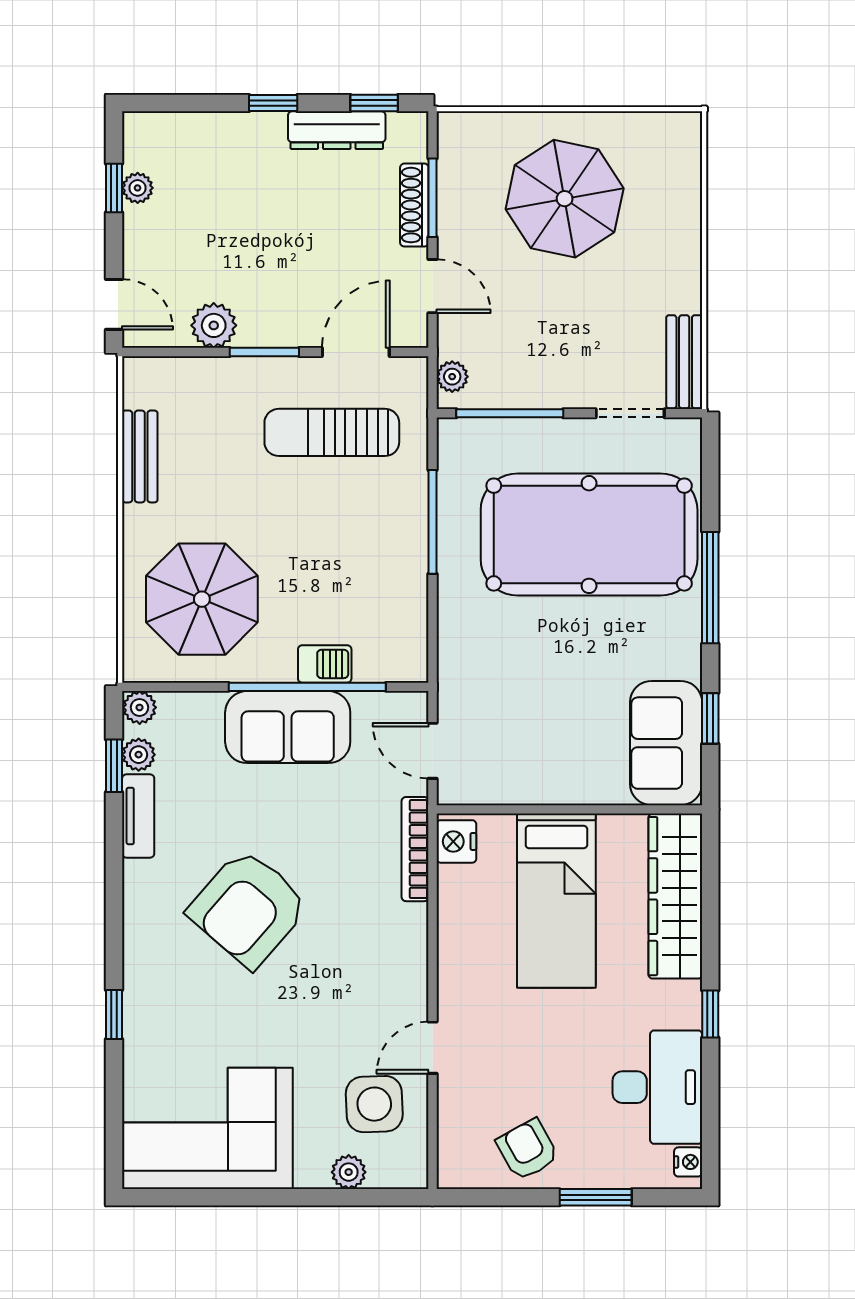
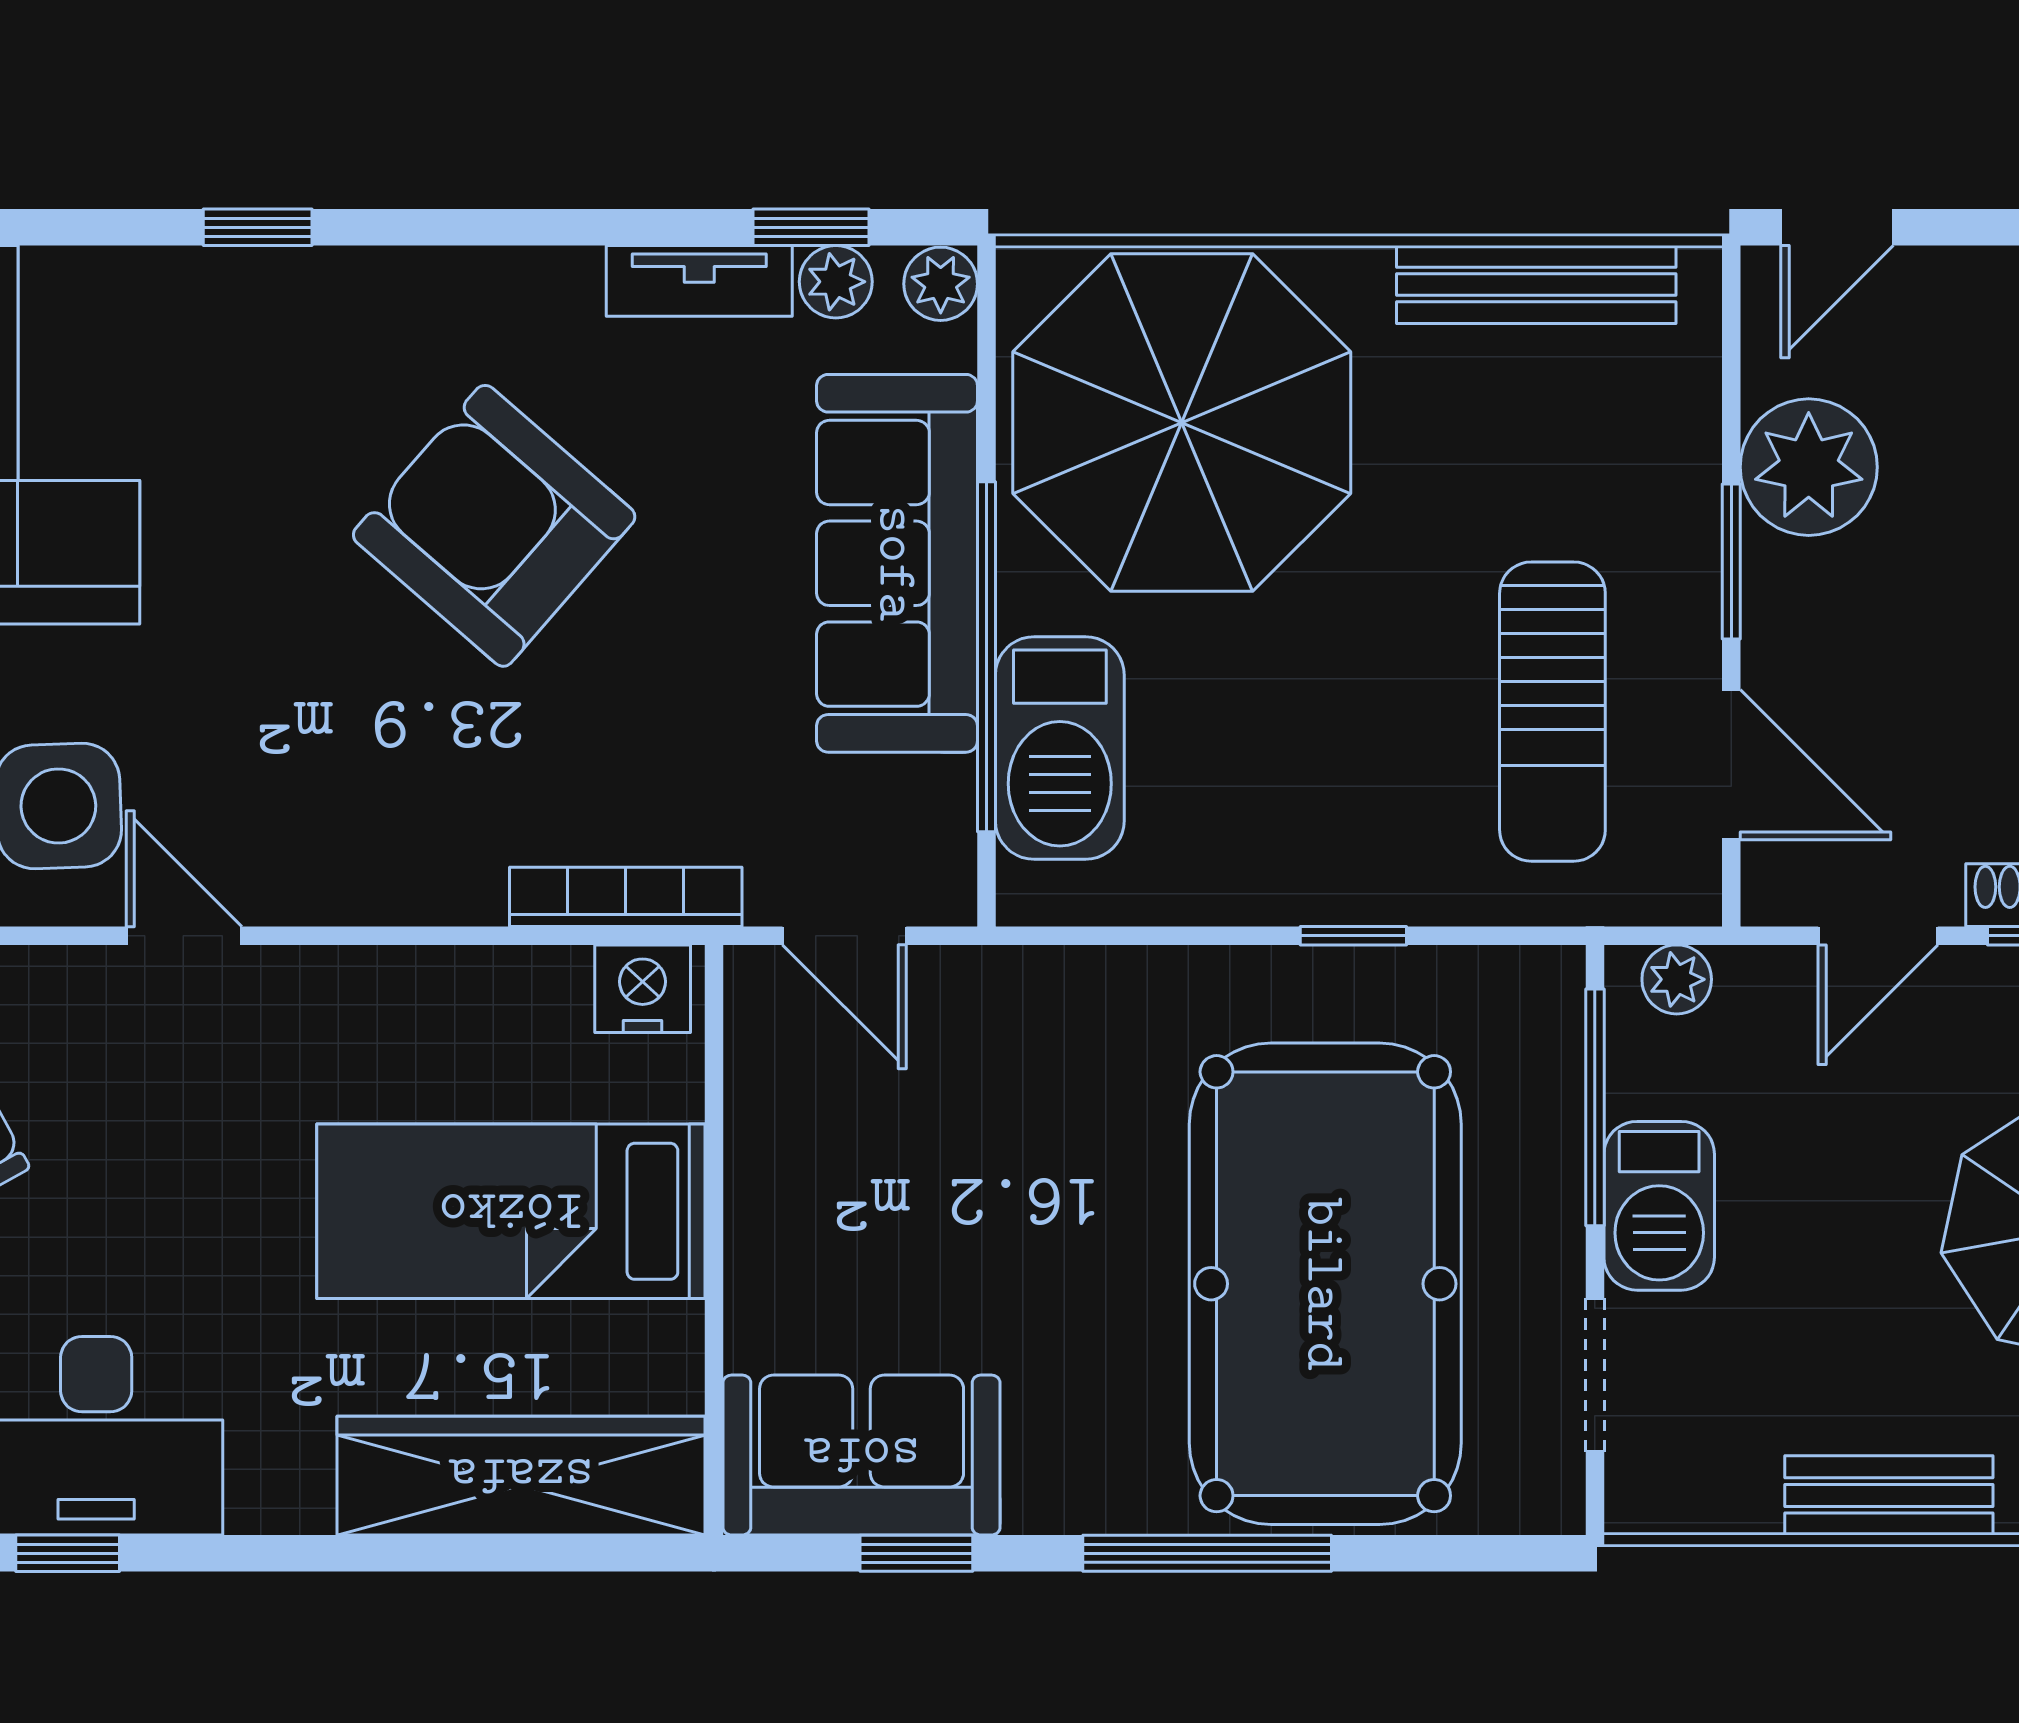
plant: (214, 325) -> (1809, 467), width x1.36, depth x1.36
bench: (684, 362) -> (1889, 1495), moved
barbecue: (554, 384) -> (1659, 1206), added
sun lounger: (332, 432) -> (1552, 712), turned 180
bench: (140, 456) -> (1536, 284), width x1.36
window: (433, 522) -> (1353, 936), width x0.46
parasol: (202, 599) -> (1182, 423), width x1.36, depth x1.36
barbecue: (325, 664) -> (1060, 748), width x1.88, depth x1.53
sofa: (288, 727) -> (897, 563), width x1.36
door: (433, 751) -> (844, 936), swing flipped
window: (710, 1014) -> (68, 1553), moved

